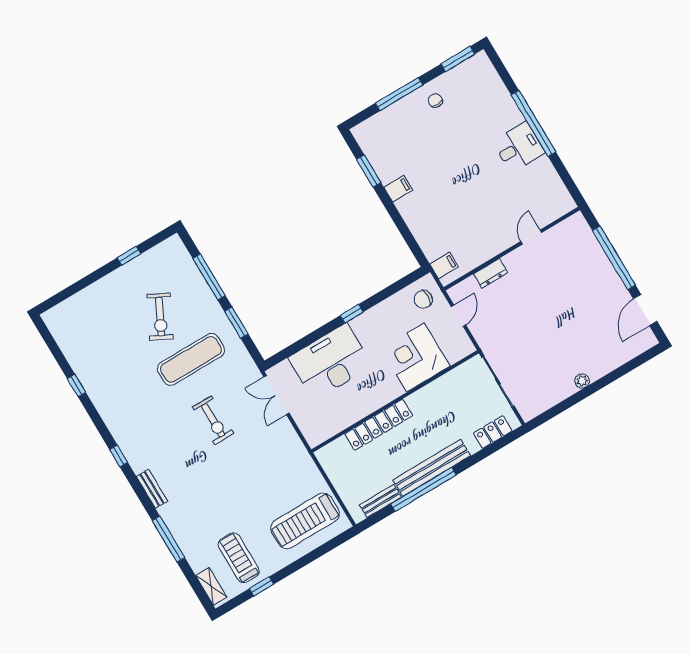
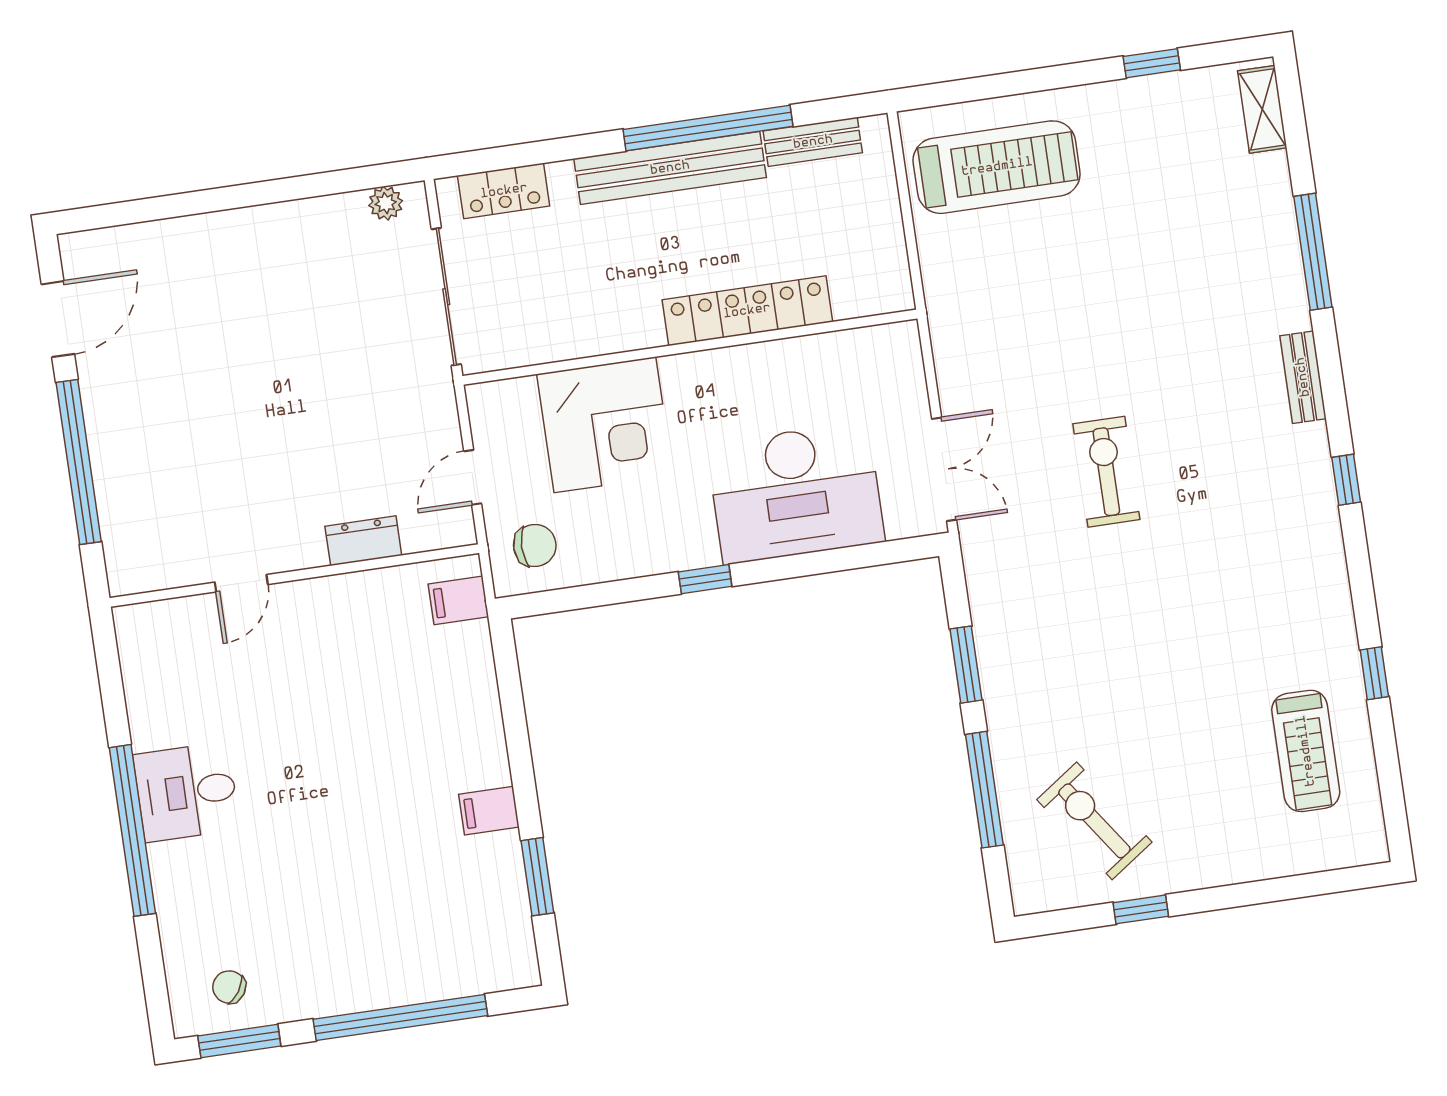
window: (399, 94) -> (400, 1017), width x1.46
chair: (435, 101) -> (229, 987), moved, turned 124
exercise bike: (160, 317) -> (1094, 821), moved, turned -62
exercise mat: (191, 359) -> (1099, 626), removed
plant: (582, 381) -> (386, 203), moved
treadmill: (239, 558) -> (1306, 751), moved

